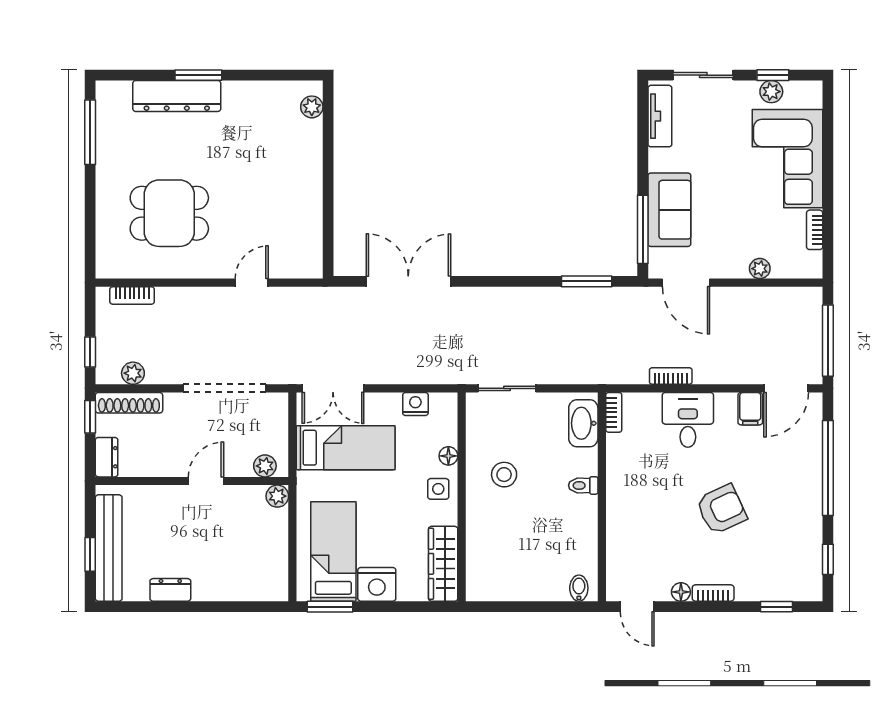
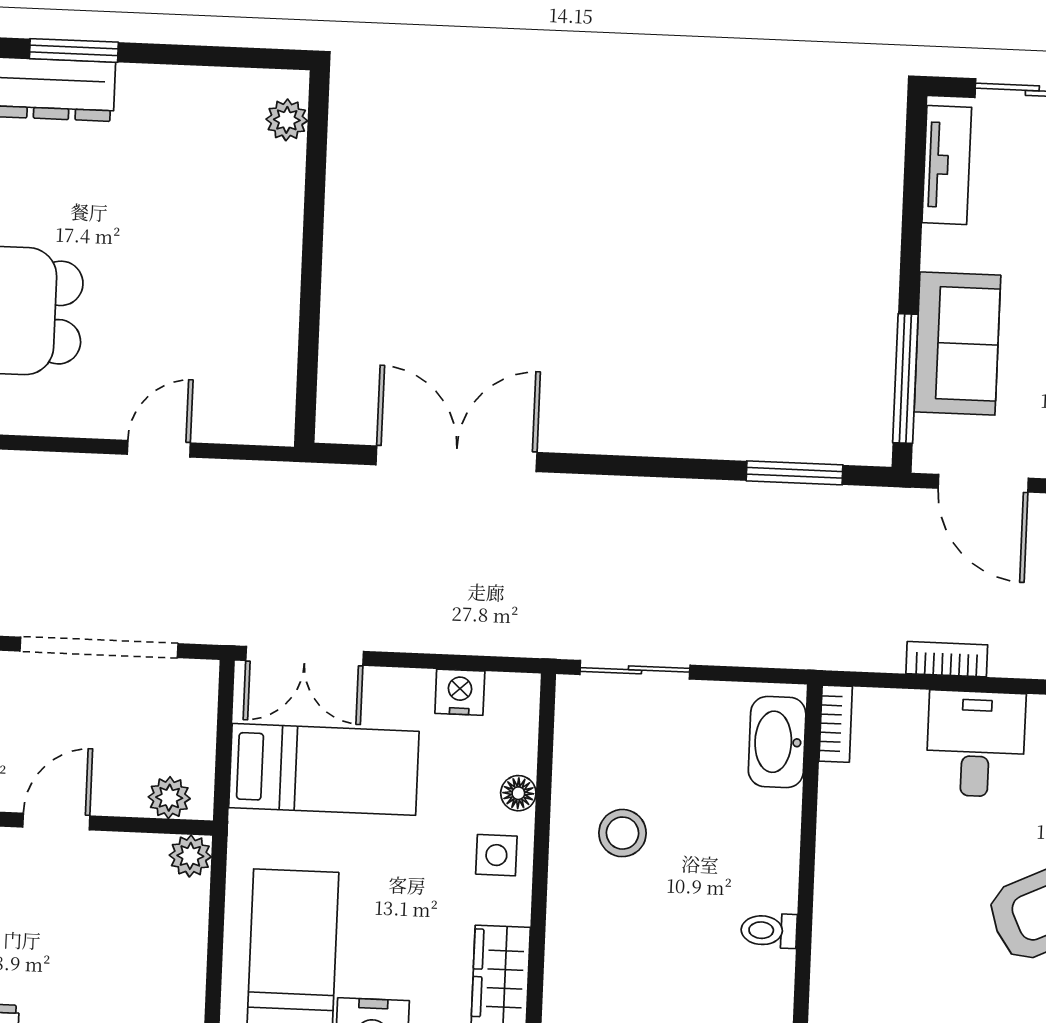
toilet: (583, 485) -> (769, 930), moved

